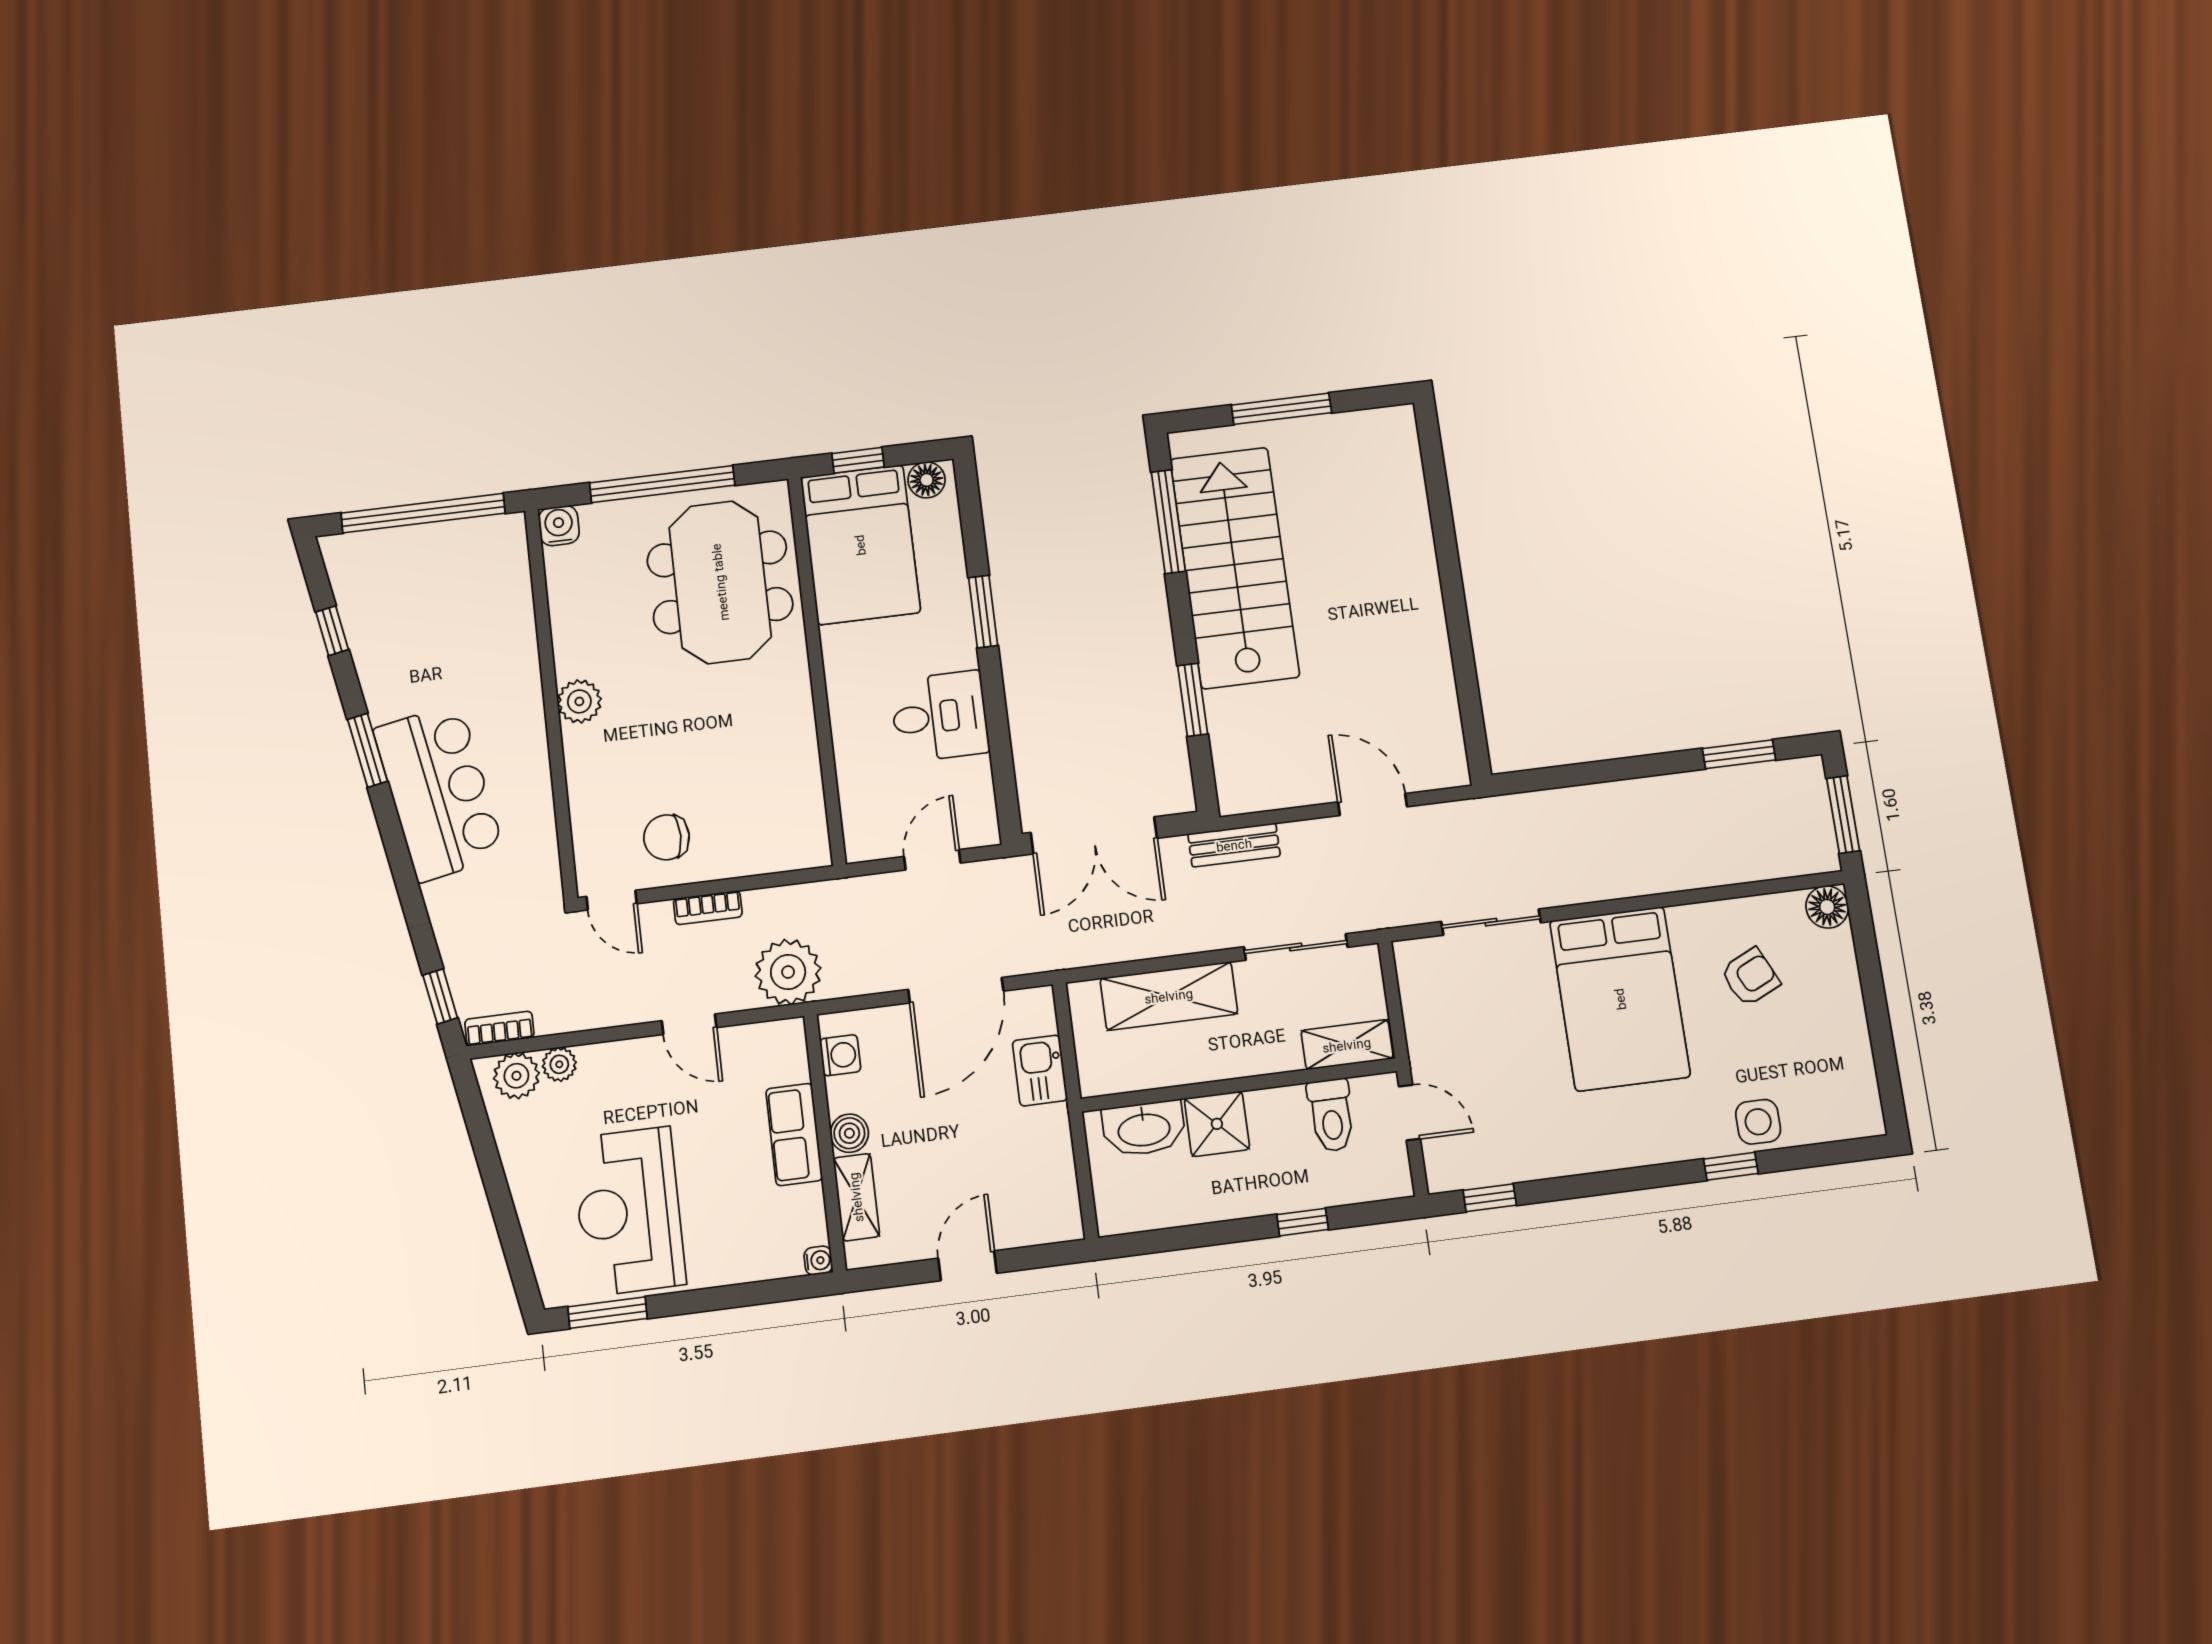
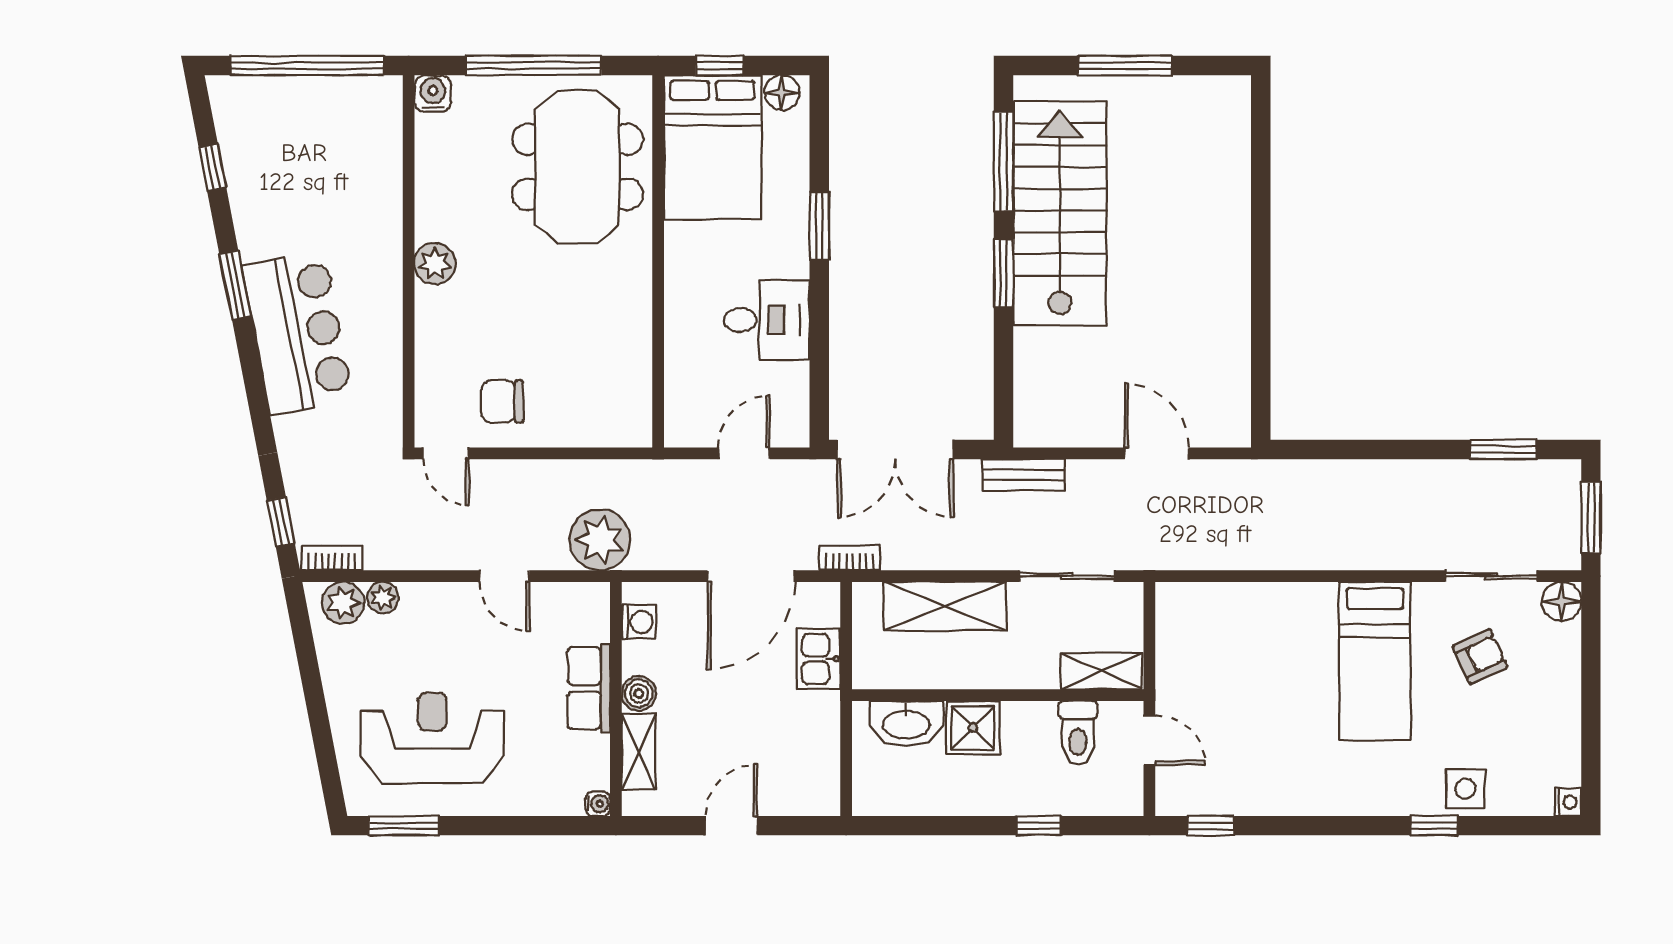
window: (1193, 700) -> (1004, 273), moved
bookcase: (708, 908) -> (850, 558), moved, turned 180
sliding door: (1491, 922) -> (1491, 576), moved
bed: (1620, 999) -> (1375, 661), width x0.67
nightstand: (1871, 1122) -> (1568, 802), added
reception desk: (629, 1211) -> (432, 738), turned 90

